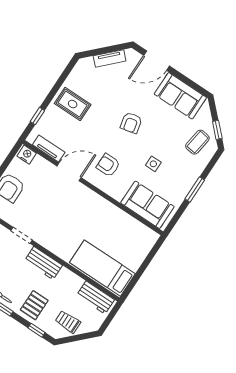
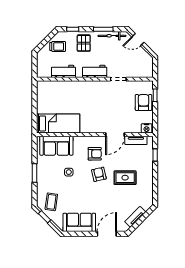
rug: (73, 104) -> (125, 178), moved
armchair: (131, 123) -> (99, 174), moved
bed: (102, 268) -> (58, 123), moved
workbench: (95, 297) -> (63, 71), moved

